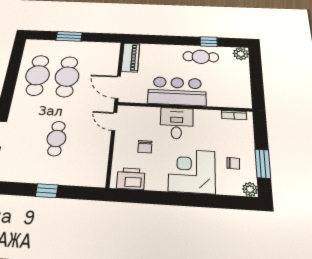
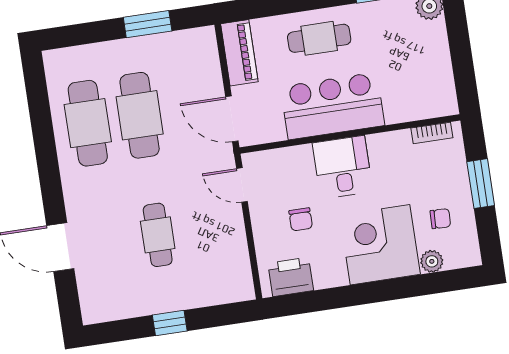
window: (69, 36) -> (148, 24), moved
cafe table: (201, 57) -> (319, 38), moved
window: (263, 164) -> (481, 184), moved
plant: (250, 189) -> (432, 261), moved

